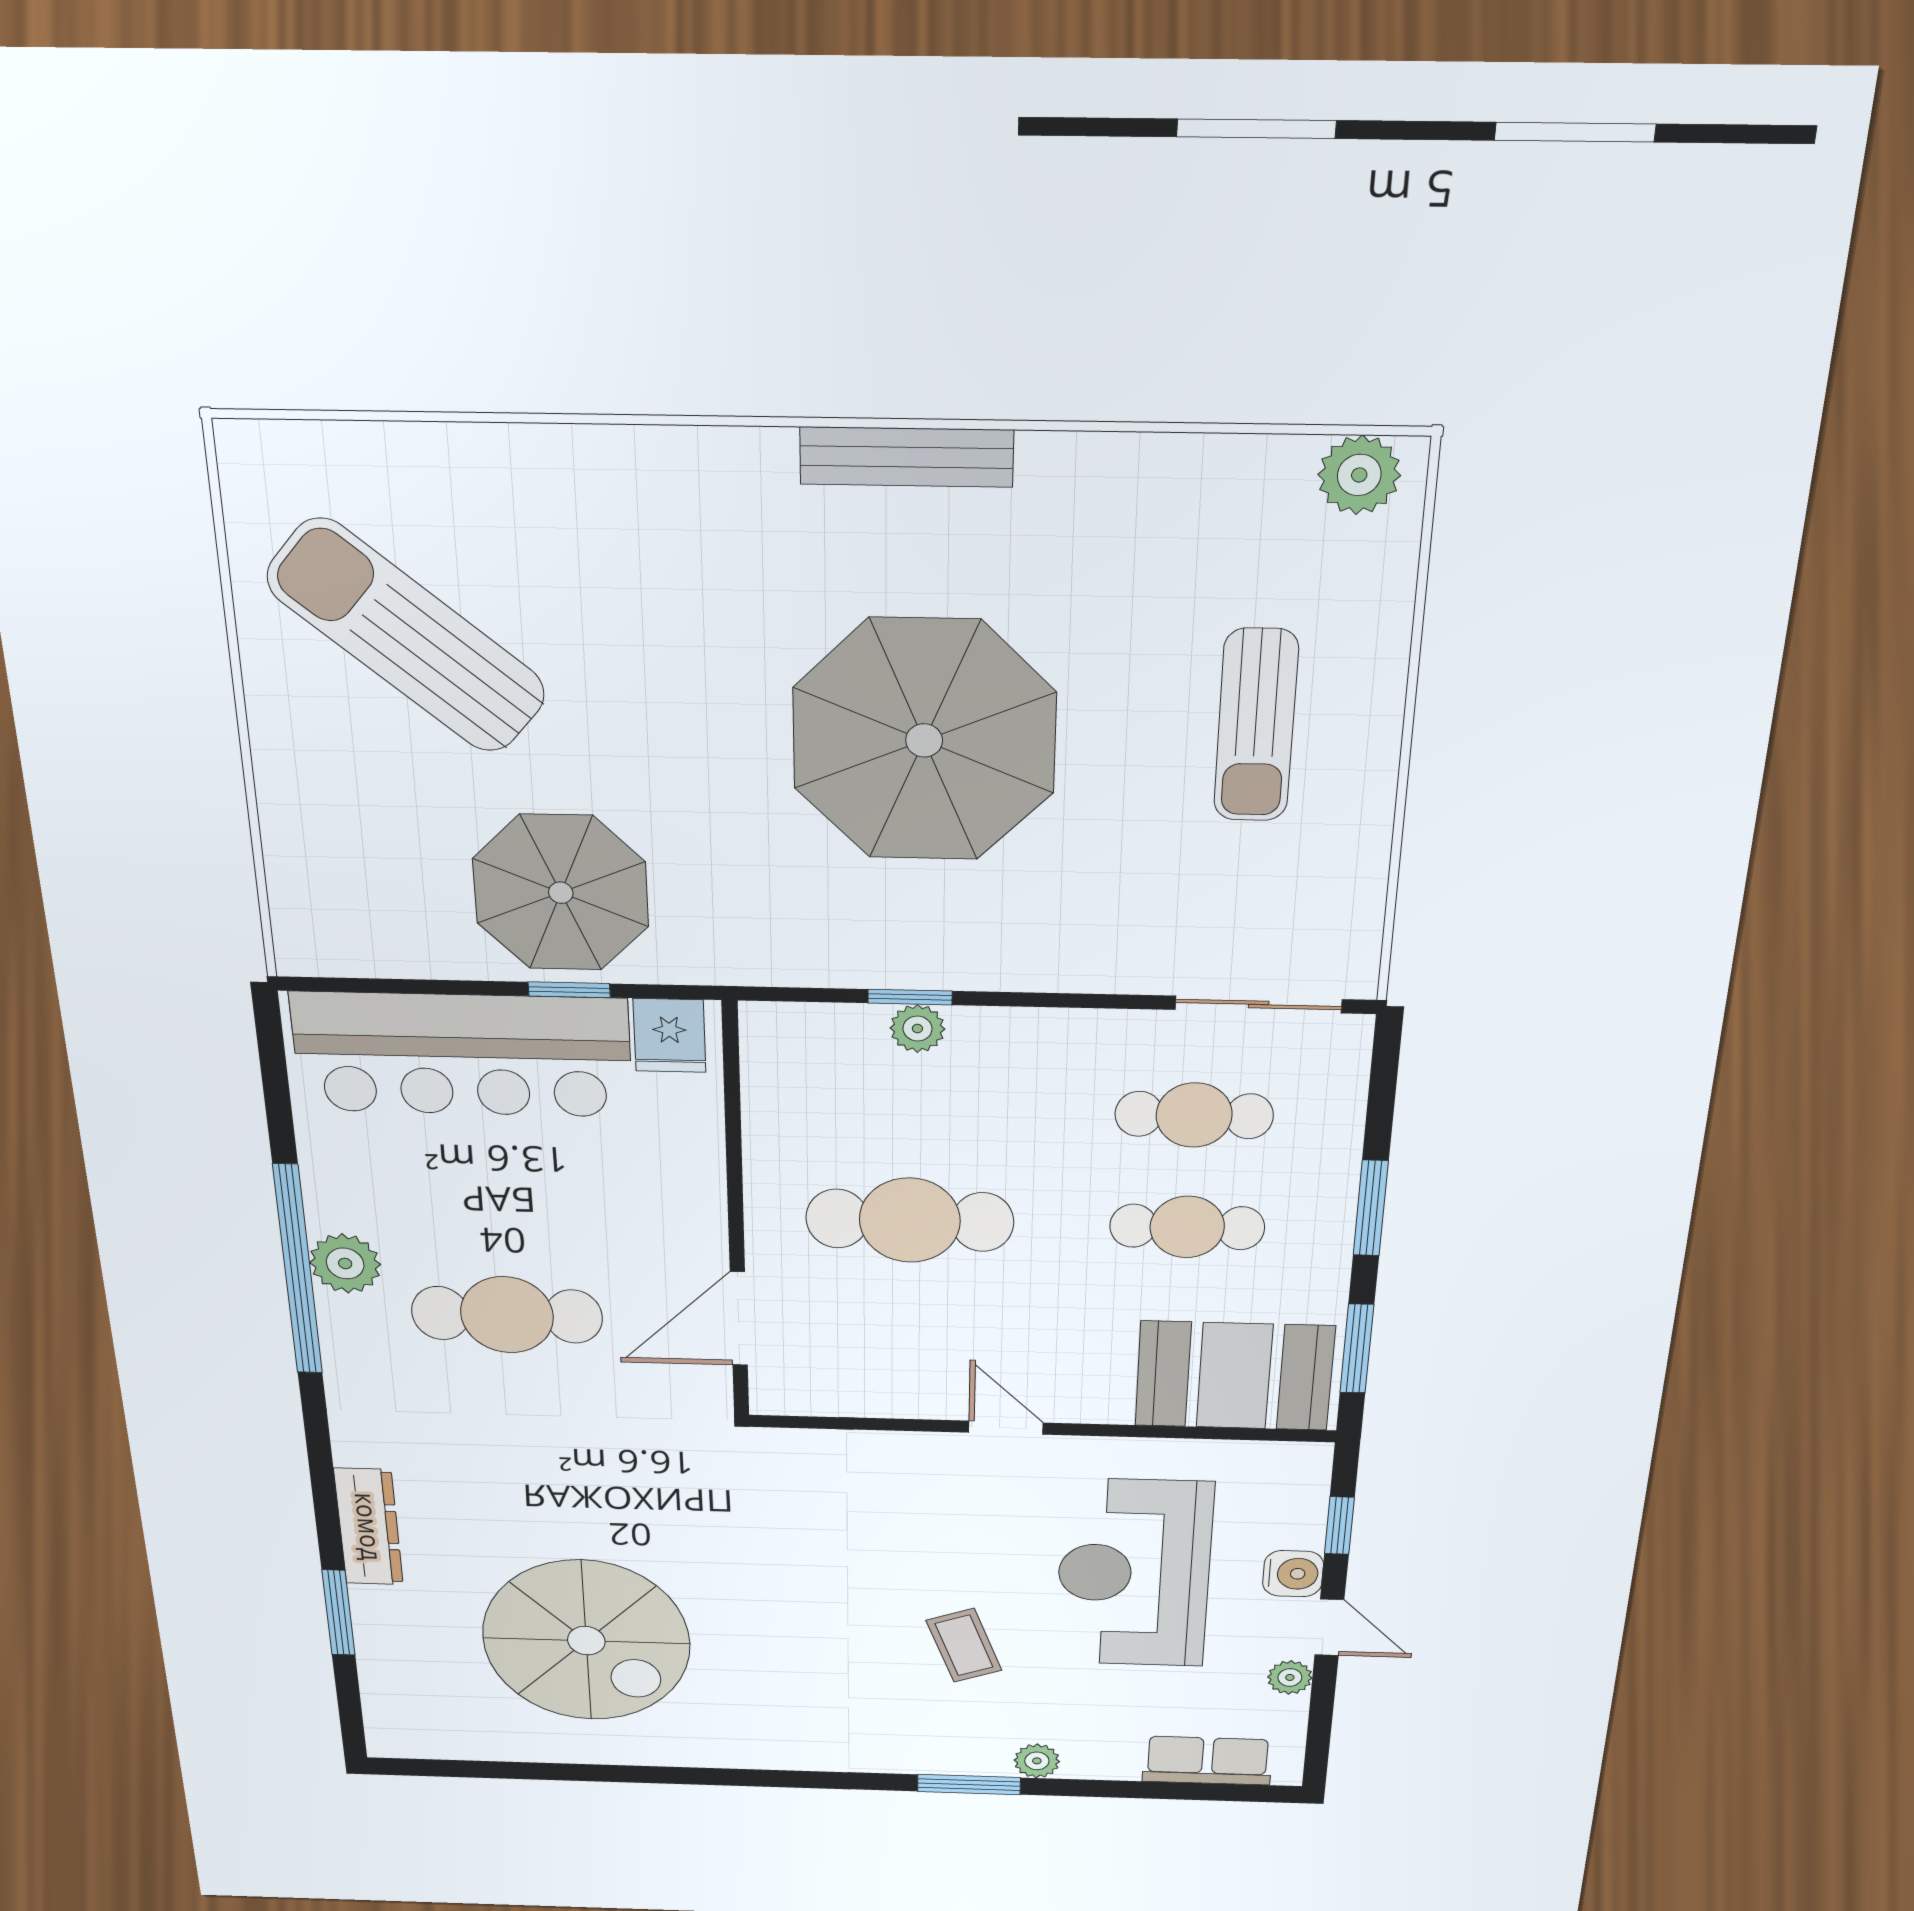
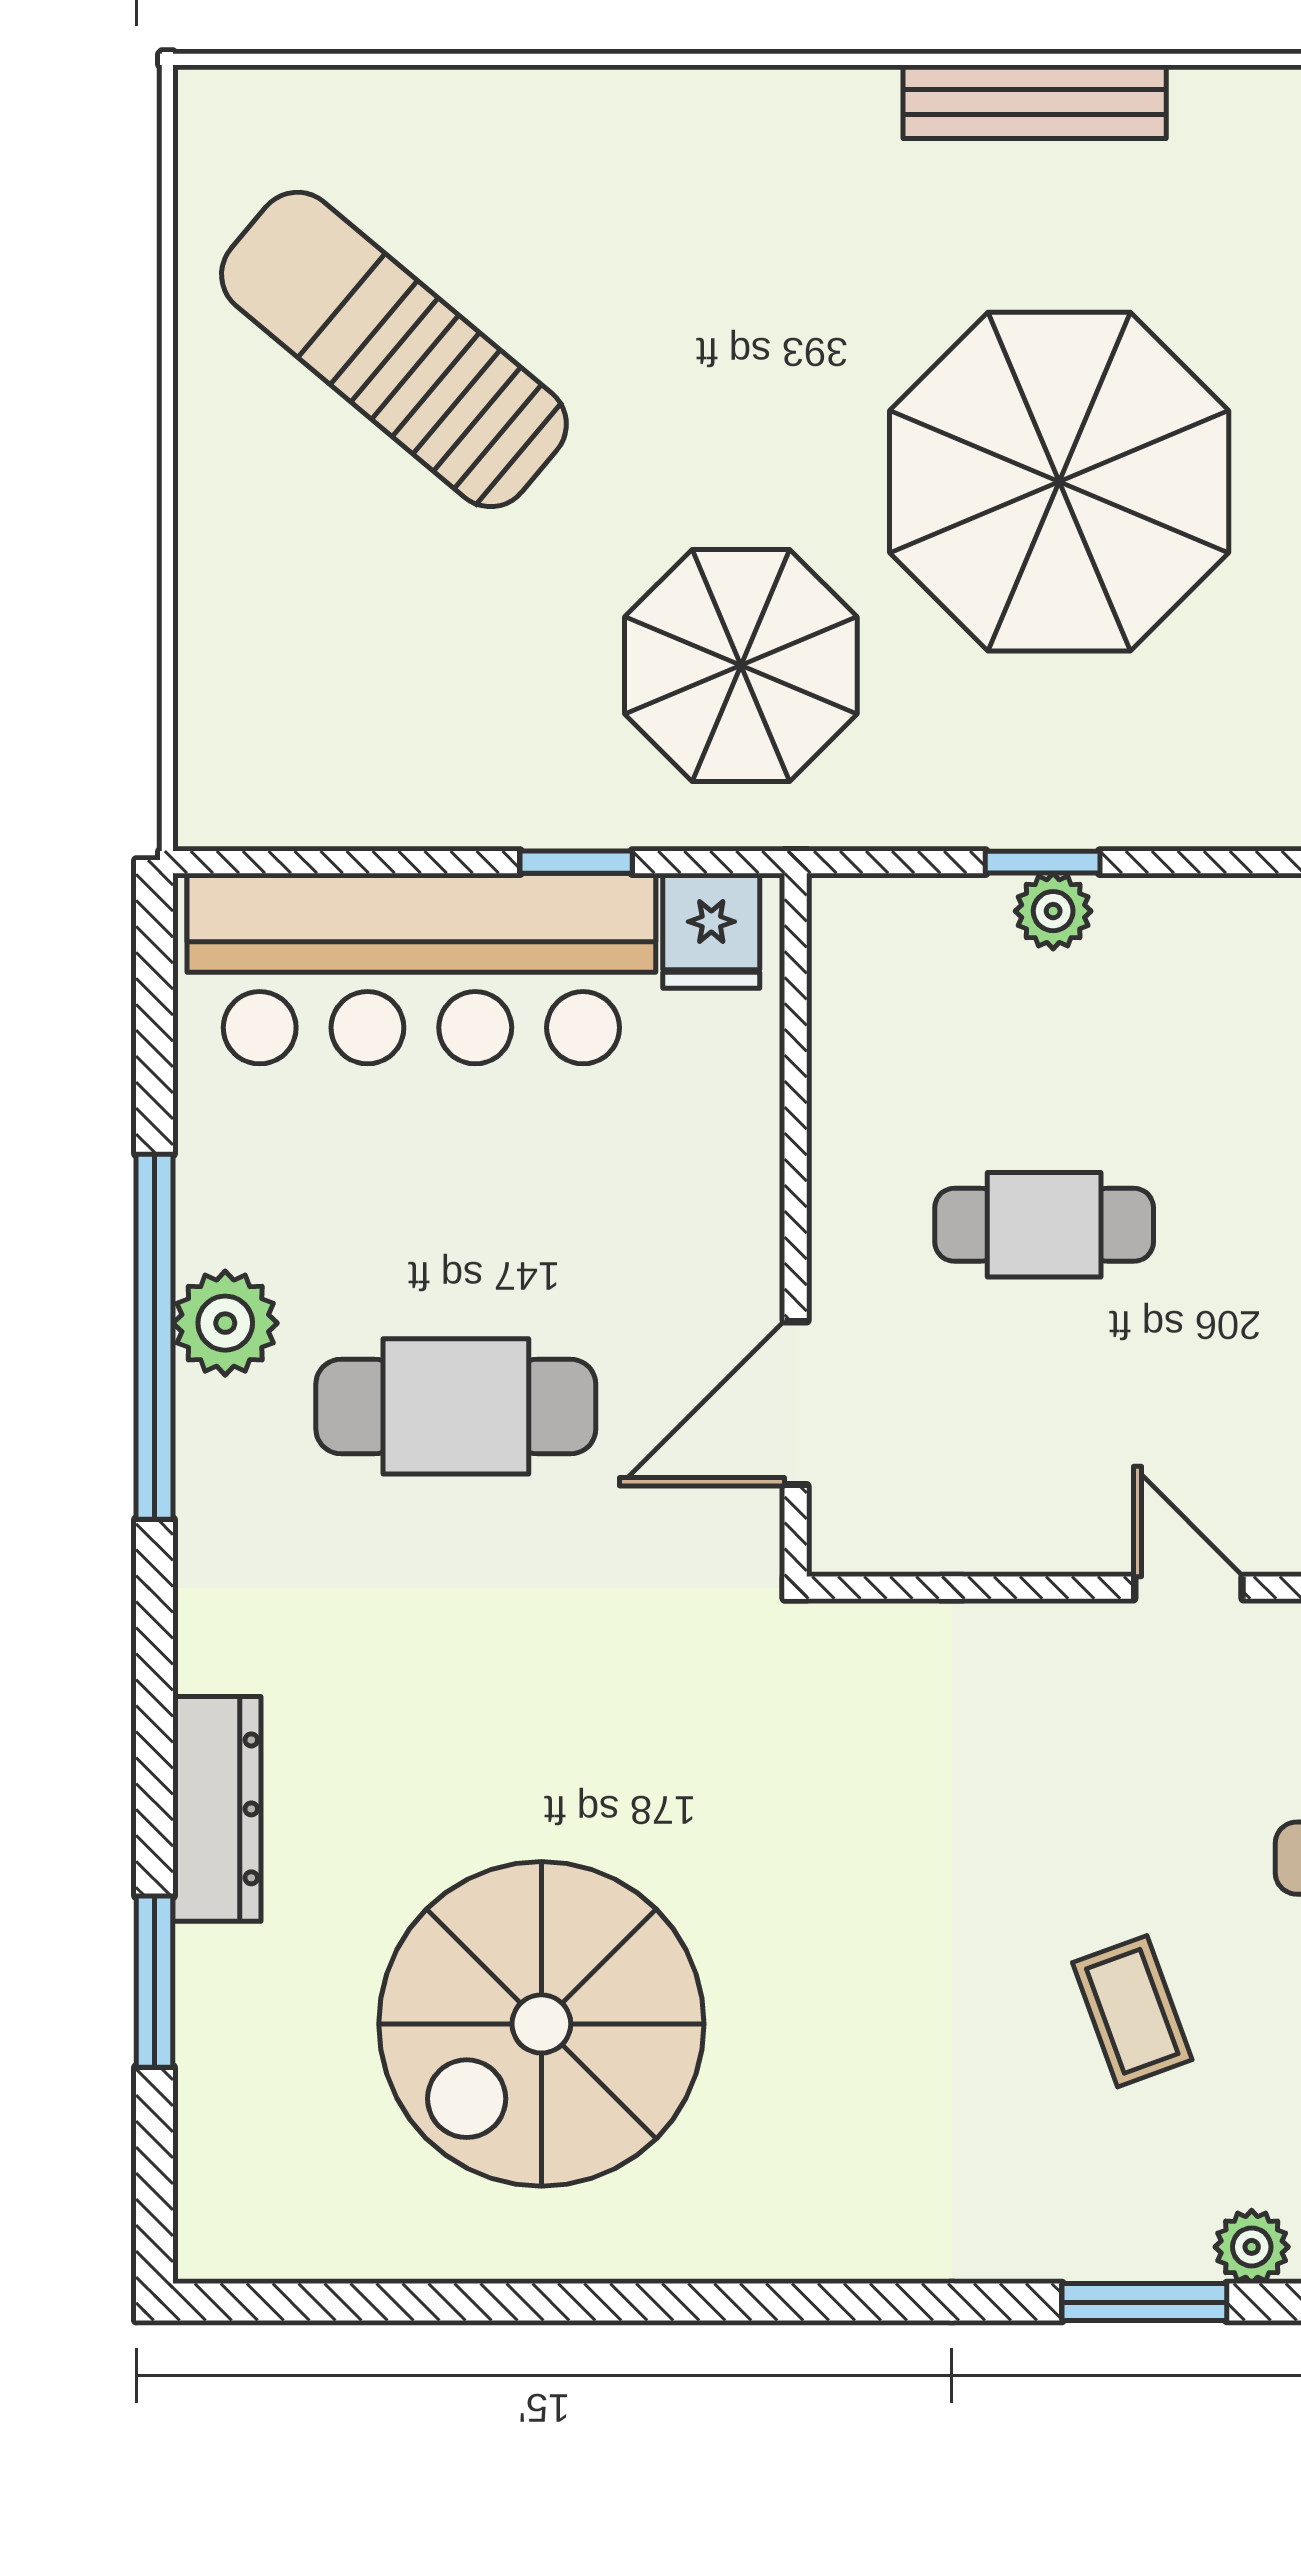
parasol: (561, 893) -> (741, 665), moved
cafe table: (910, 1220) -> (1044, 1225), width x0.73, depth x0.74
spiral stairs: (586, 1641) -> (541, 2024), turned 90

